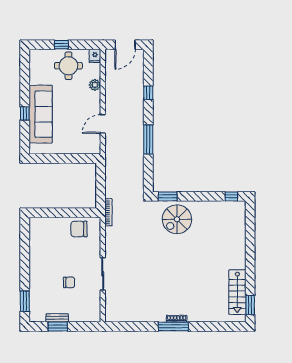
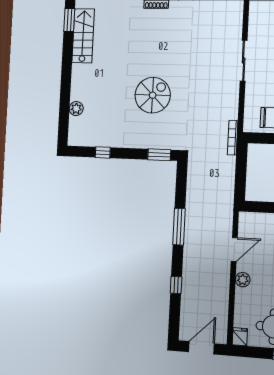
plant: (95, 85) -> (243, 280), moved
window: (231, 196) -> (103, 152), moved
spiral stairs: (177, 219) -> (153, 95), moved
plant: (240, 232) -> (76, 109), added

